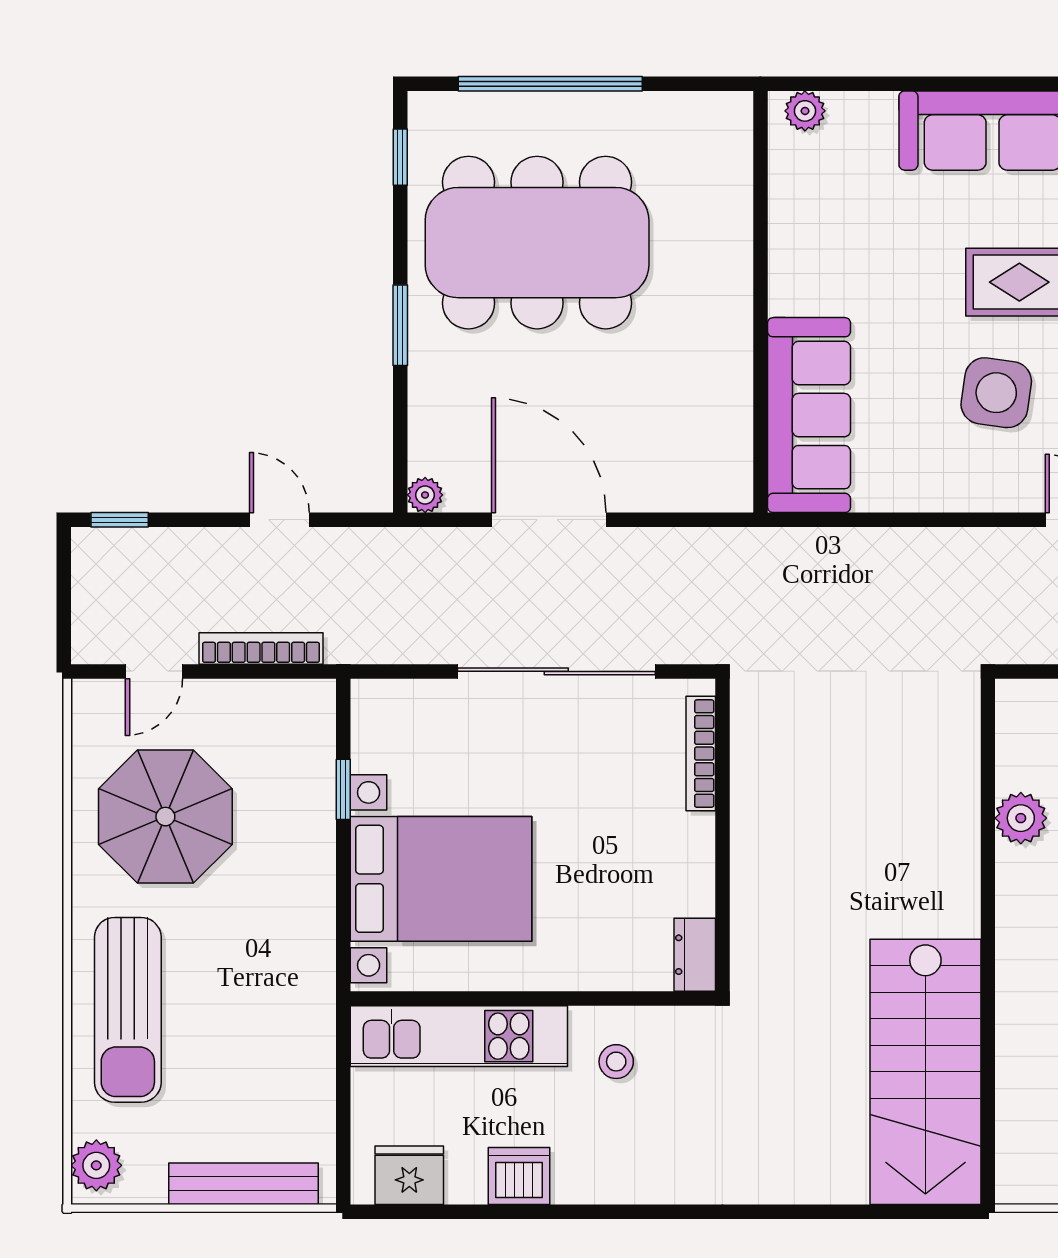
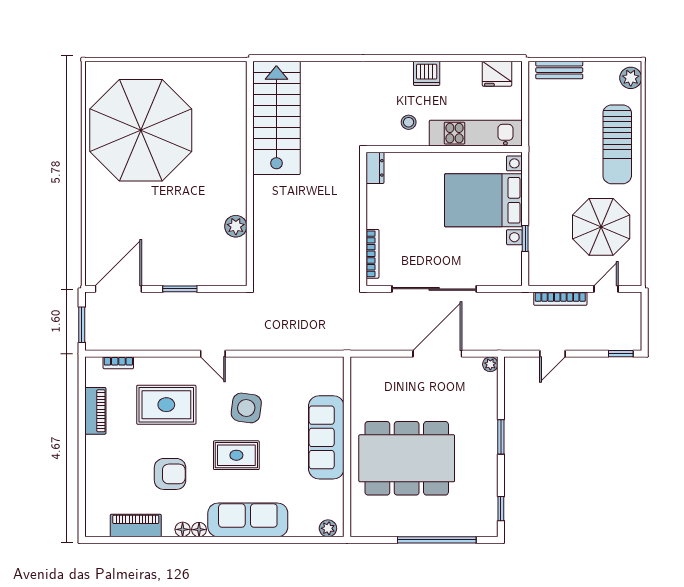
dining table: (537, 243) -> (407, 458), moved
sofa: (809, 415) -> (326, 437), moved
door: (279, 520) -> (553, 354), hinge flipped
door: (549, 520) -> (437, 354), swing flipped
sun lounger: (128, 1010) -> (617, 144), turned 180
dishwasher: (519, 1176) -> (427, 73), moved
bench: (244, 1184) -> (559, 70), width x0.73

